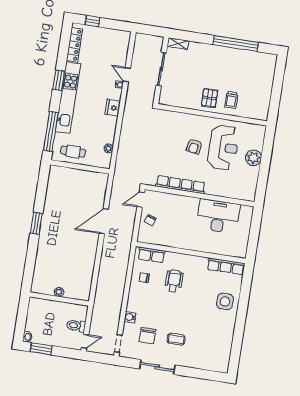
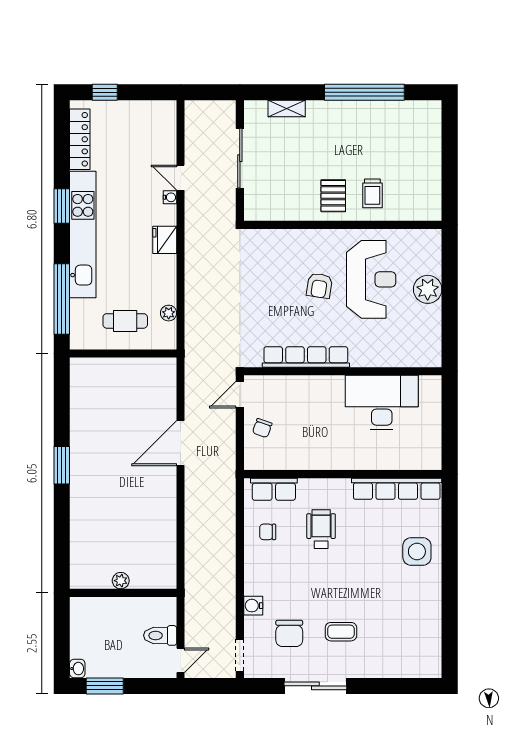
shelving: (178, 44) -> (287, 108), moved
cafe table: (73, 152) -> (125, 321), moved
row of seats: (226, 266) -> (397, 489), width x1.36

